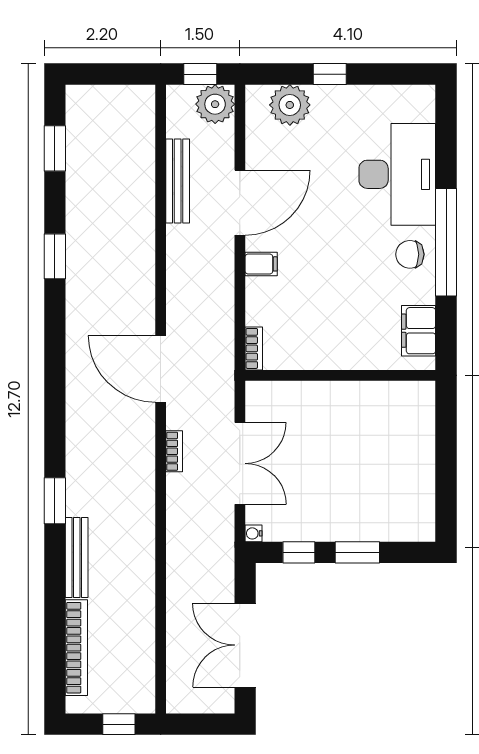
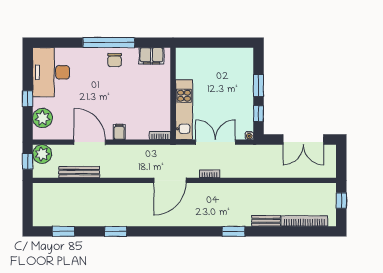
desk: (397, 174) -> (51, 72), moved, turned -90
kitchen unit: (307, 398) -> (184, 110), added
bench: (77, 557) -> (266, 221), width x0.73

